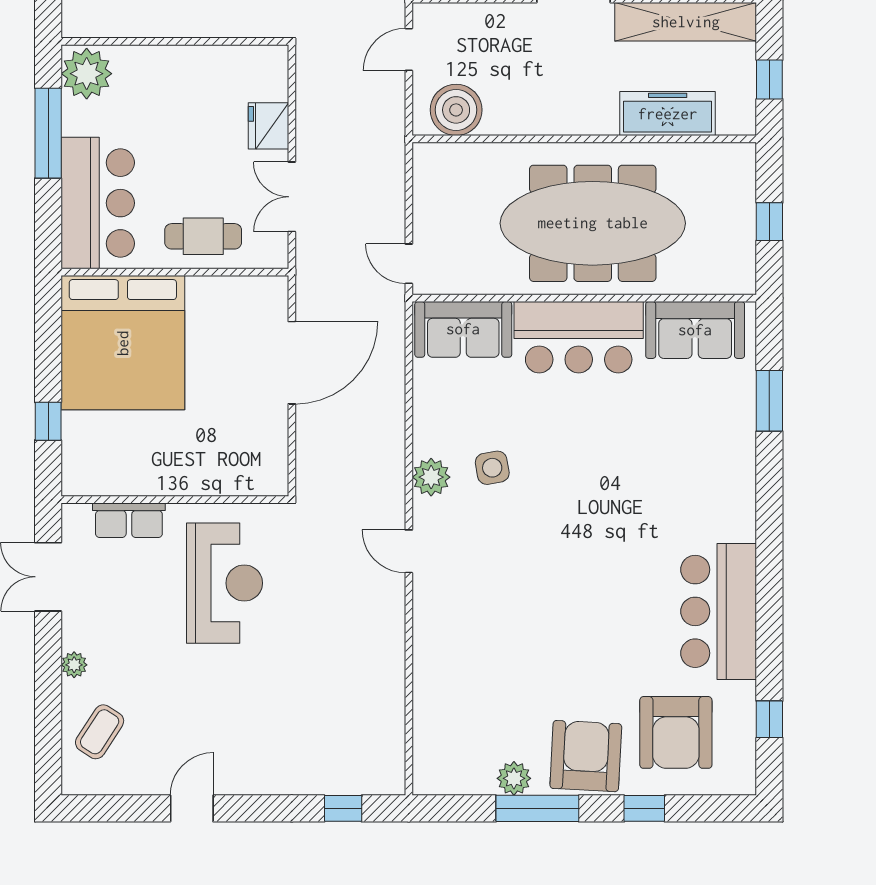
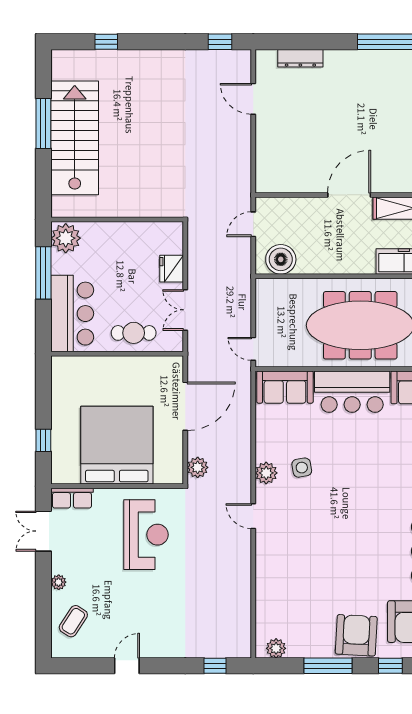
bed: (123, 343) -> (117, 445), moved, turned 180
plant: (313, 468) -> (198, 467), added
row of seats: (129, 520) -> (72, 498), moved
plant: (514, 778) -> (276, 648), moved

